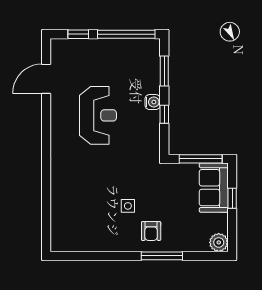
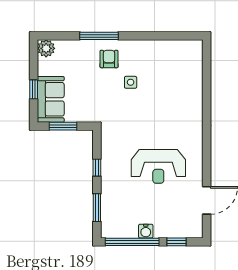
water cooler: (153, 102) -> (146, 231), moved, turned -90
reception desk: (98, 115) -> (158, 166), turned -90
window: (201, 159) -> (63, 126), width x0.69

